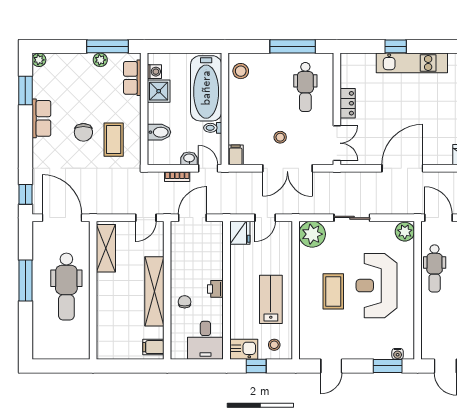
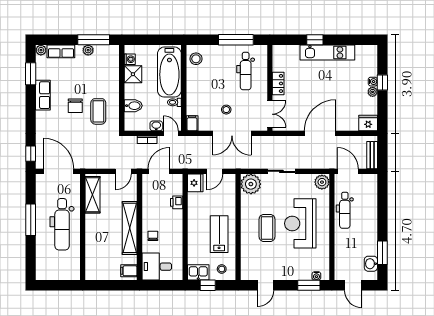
row of seats: (132, 78) -> (61, 51), moved, turned -90
printer: (215, 289) -> (177, 202), moved
desk: (205, 340) -> (157, 267), moved, turned 90

